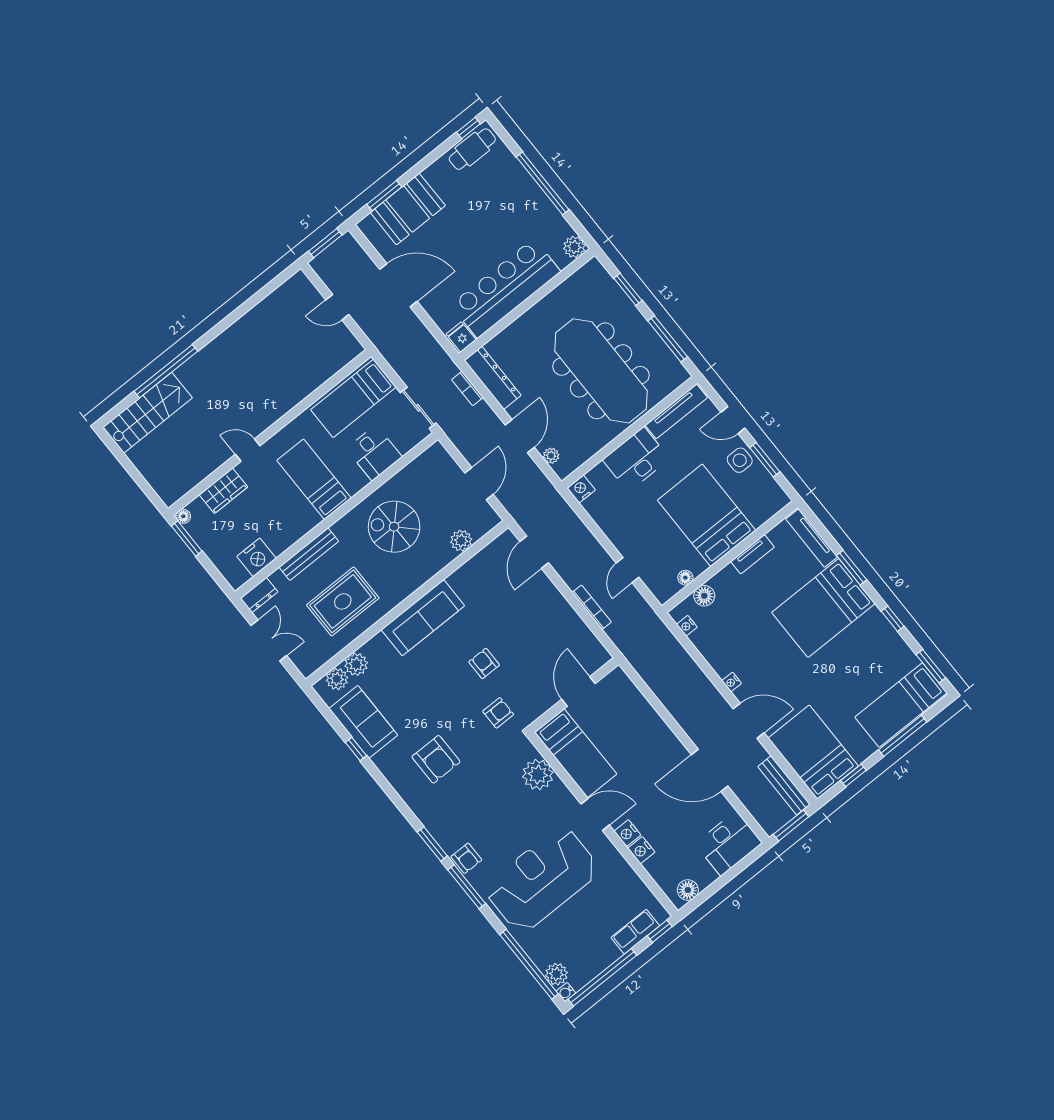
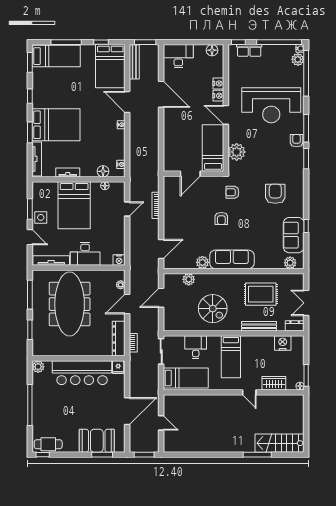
door: (398, 285) -> (127, 411), swing flipped
window: (166, 371) -> (257, 455), width x0.68
plant: (356, 664) -> (202, 262), moved

